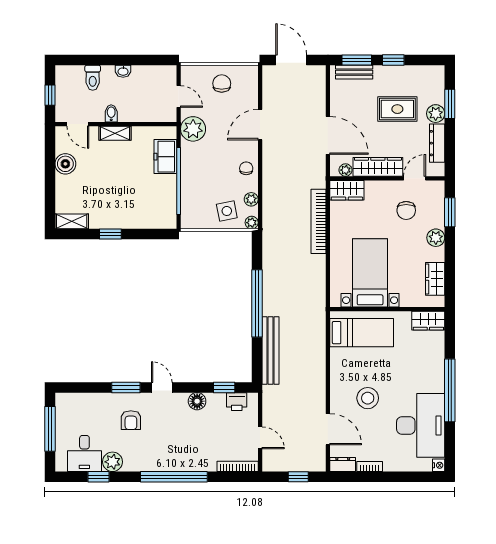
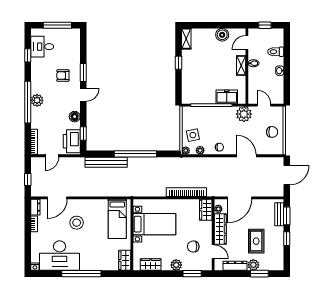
door: (179, 97) -> (264, 105), swing flipped
printer: (237, 402) -> (72, 141), width x1.87, depth x1.48
plant: (112, 462) -> (37, 100), moved

